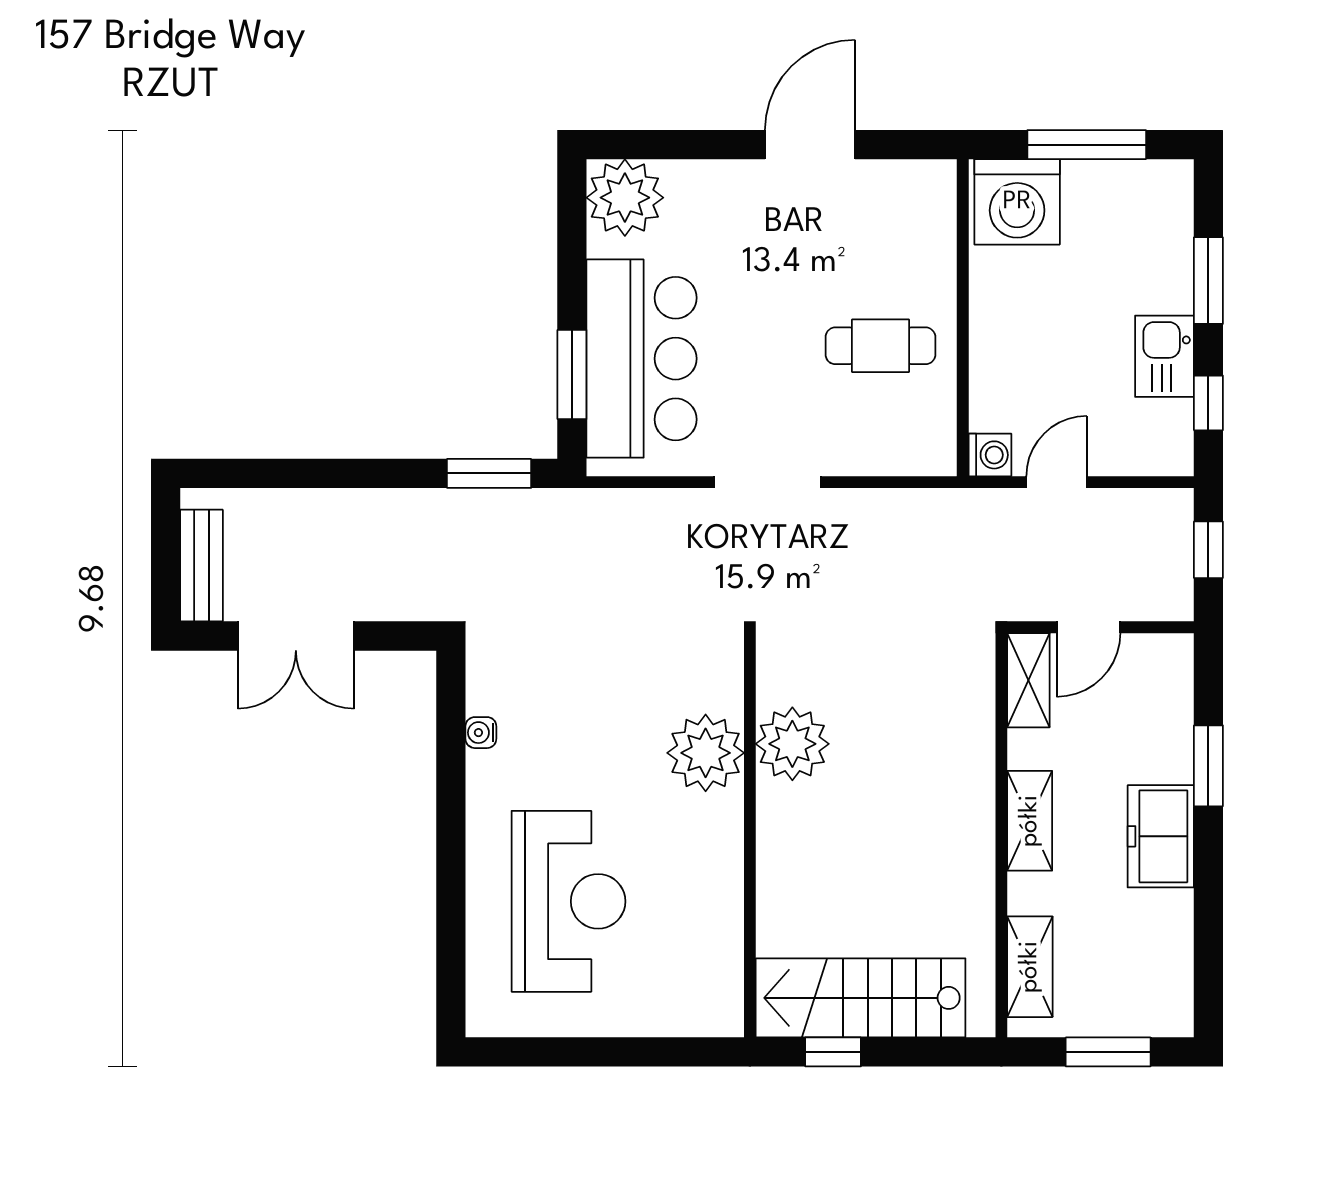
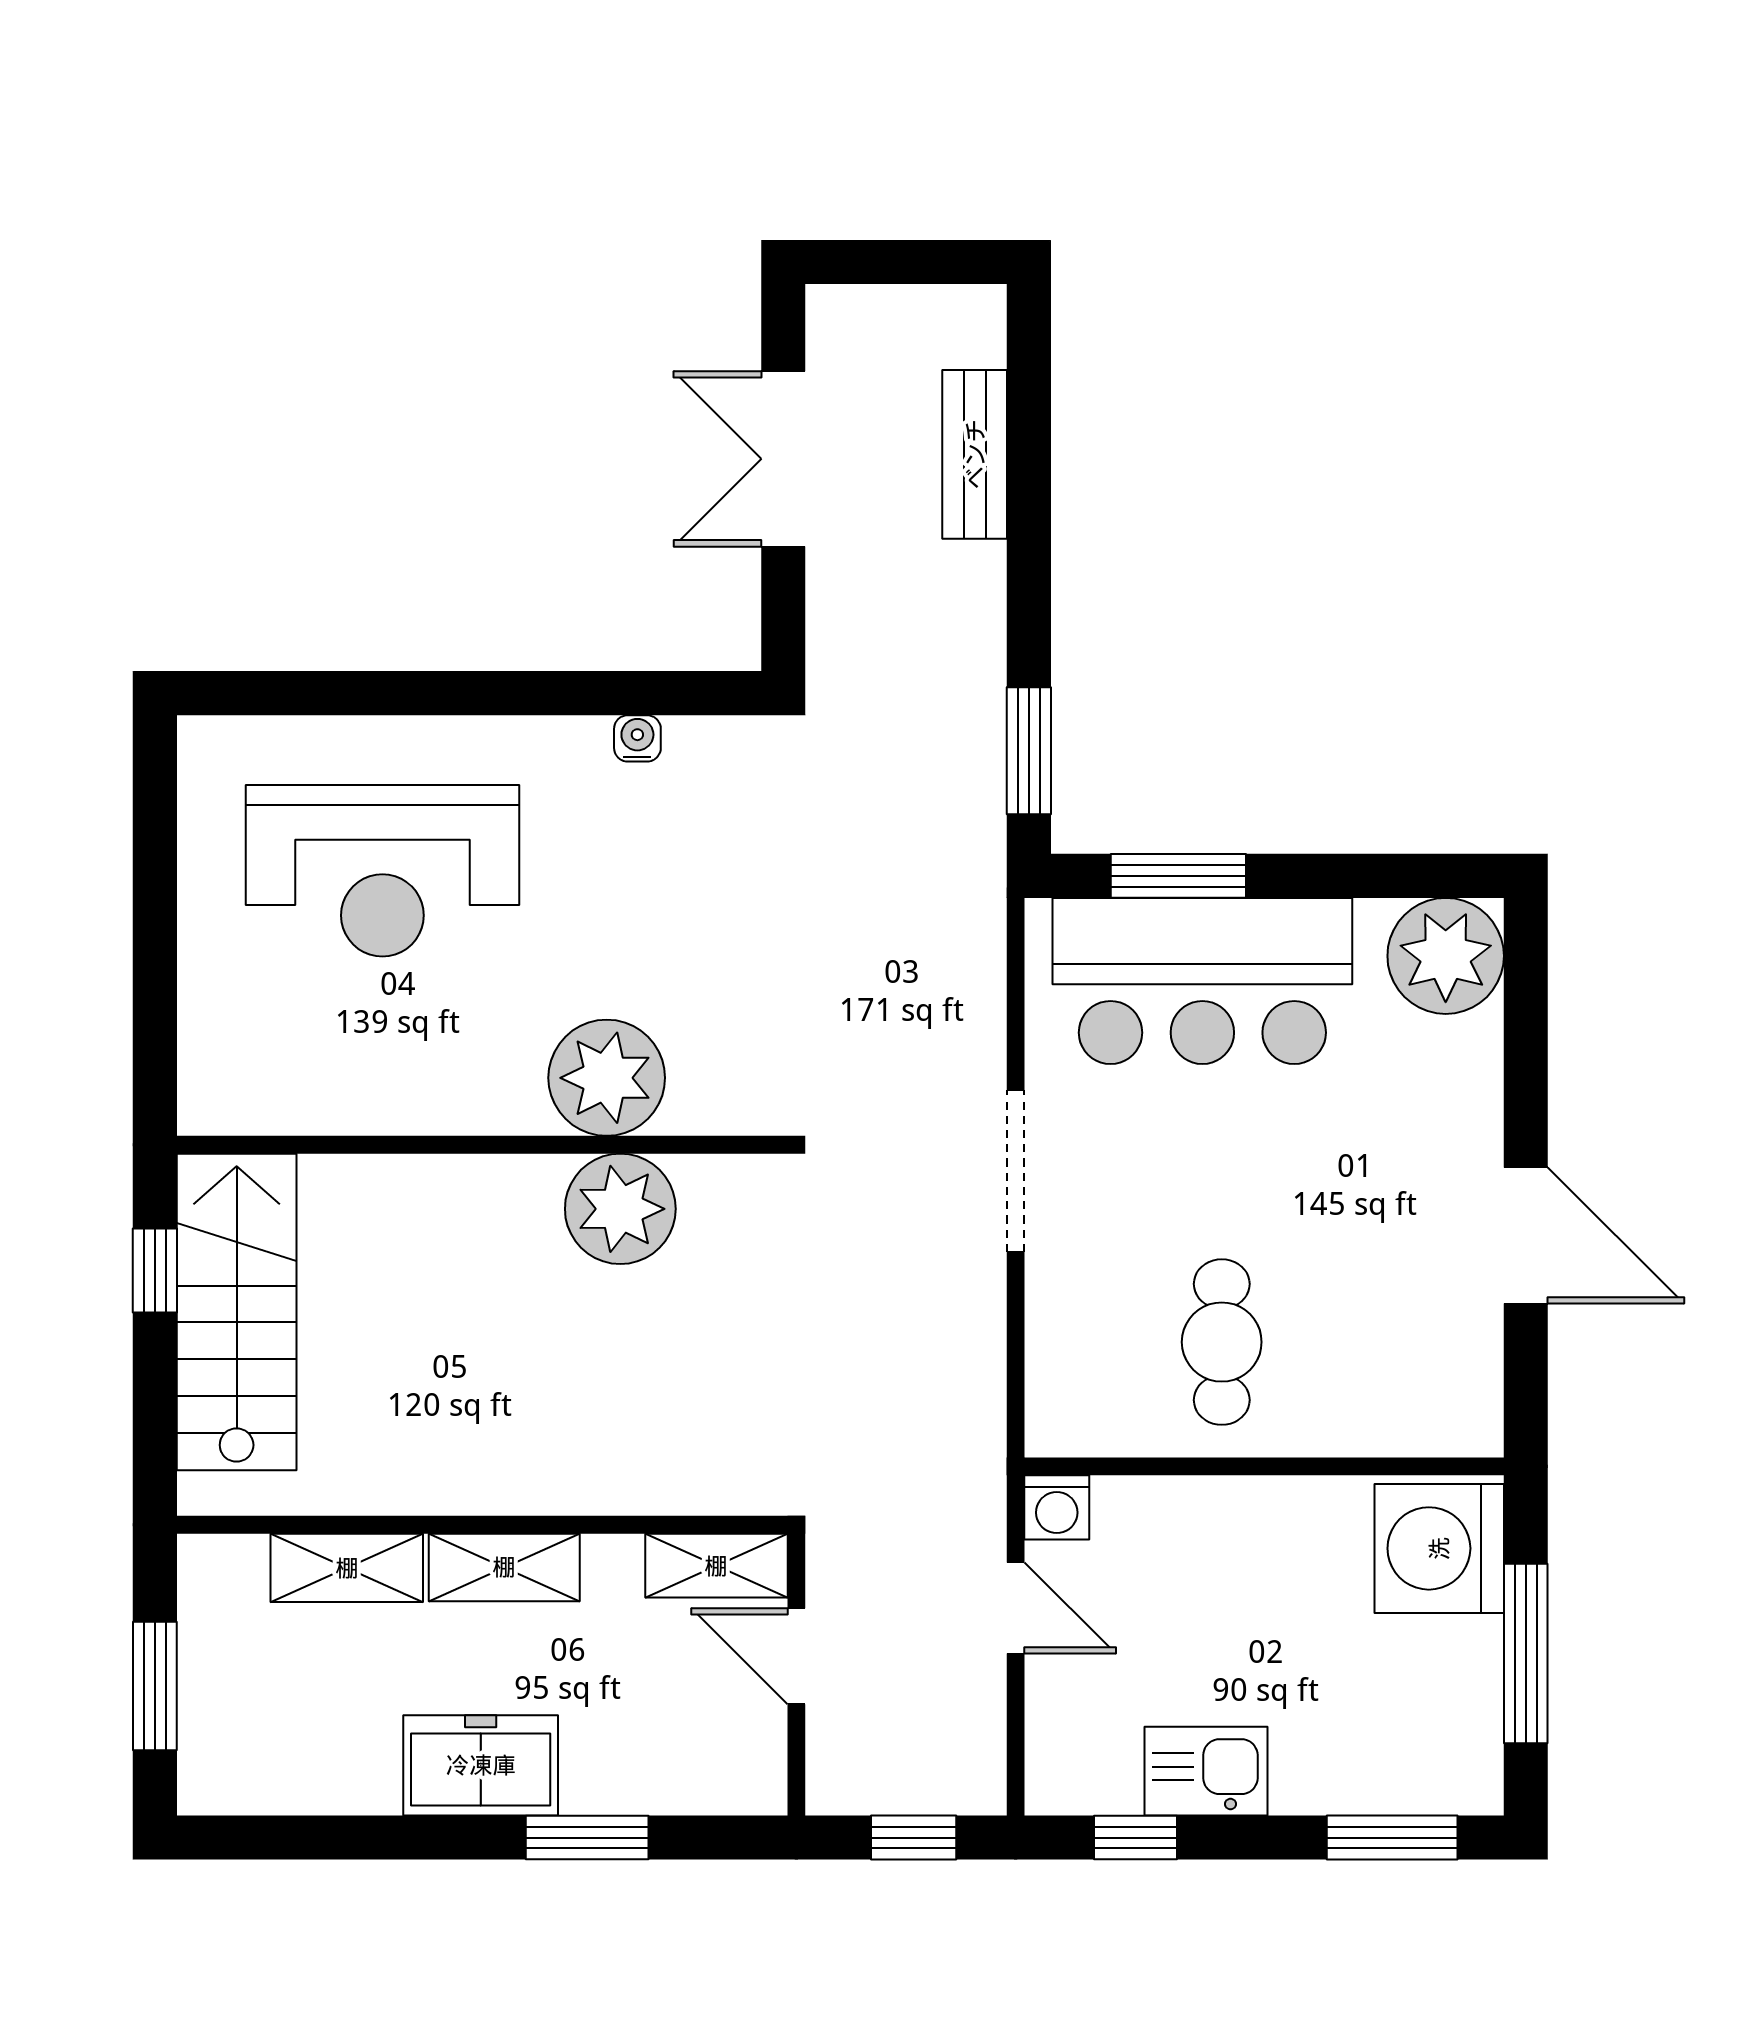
window: (1208, 281) -> (1392, 1838), moved
bench: (201, 566) -> (975, 454), moved, turned 90
shelving: (1030, 967) -> (347, 1568), moved

